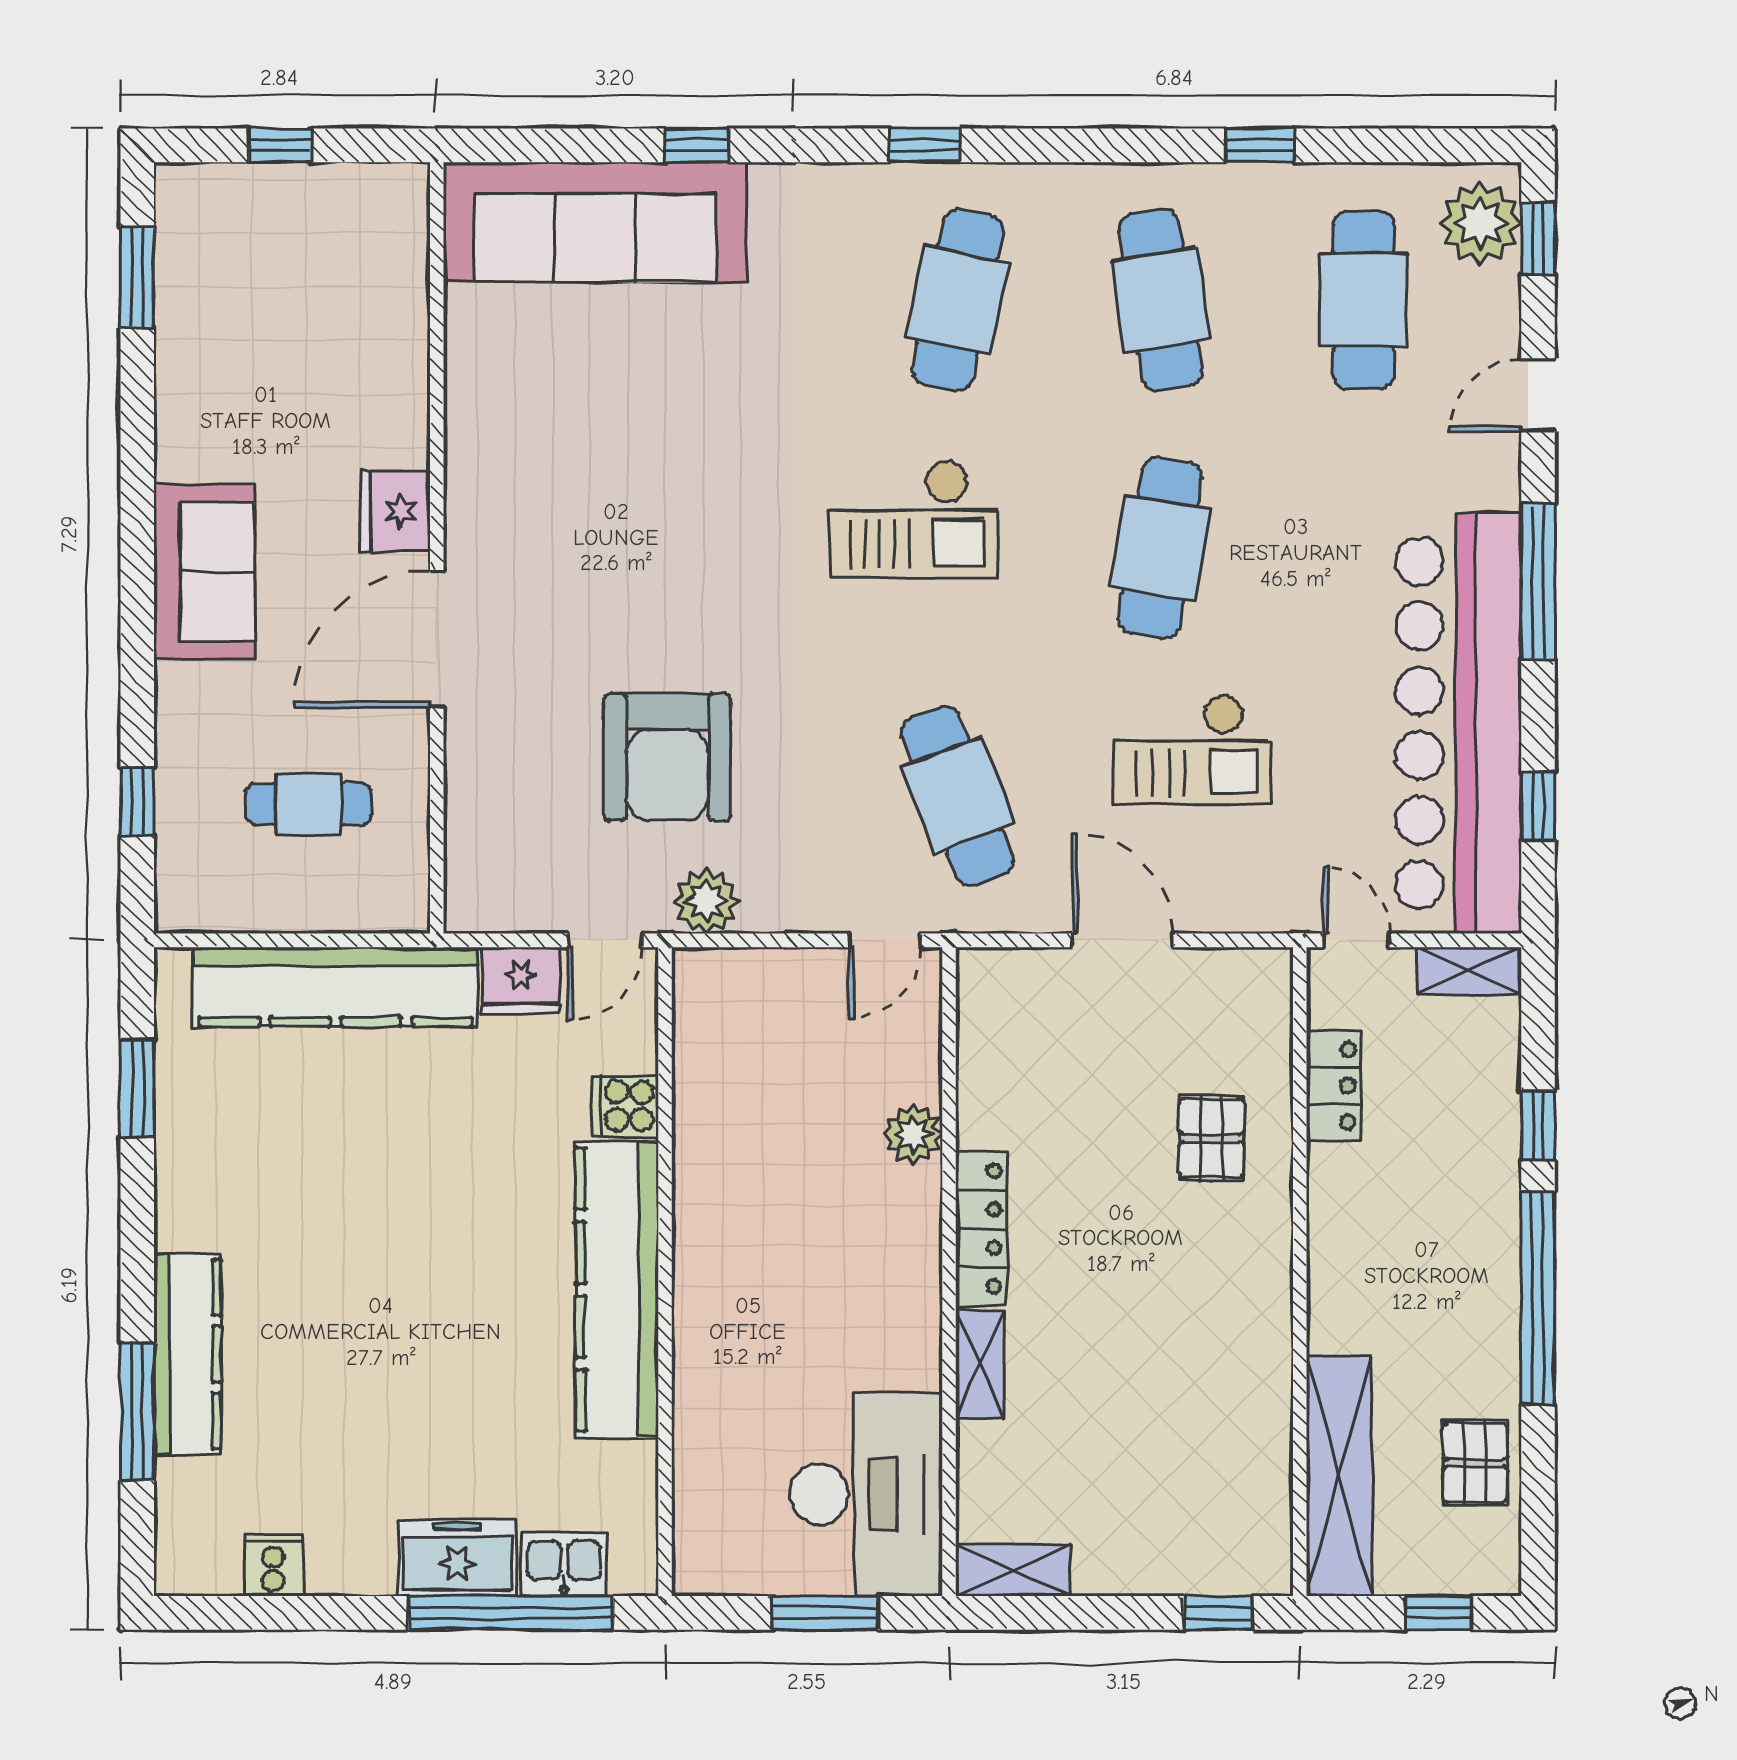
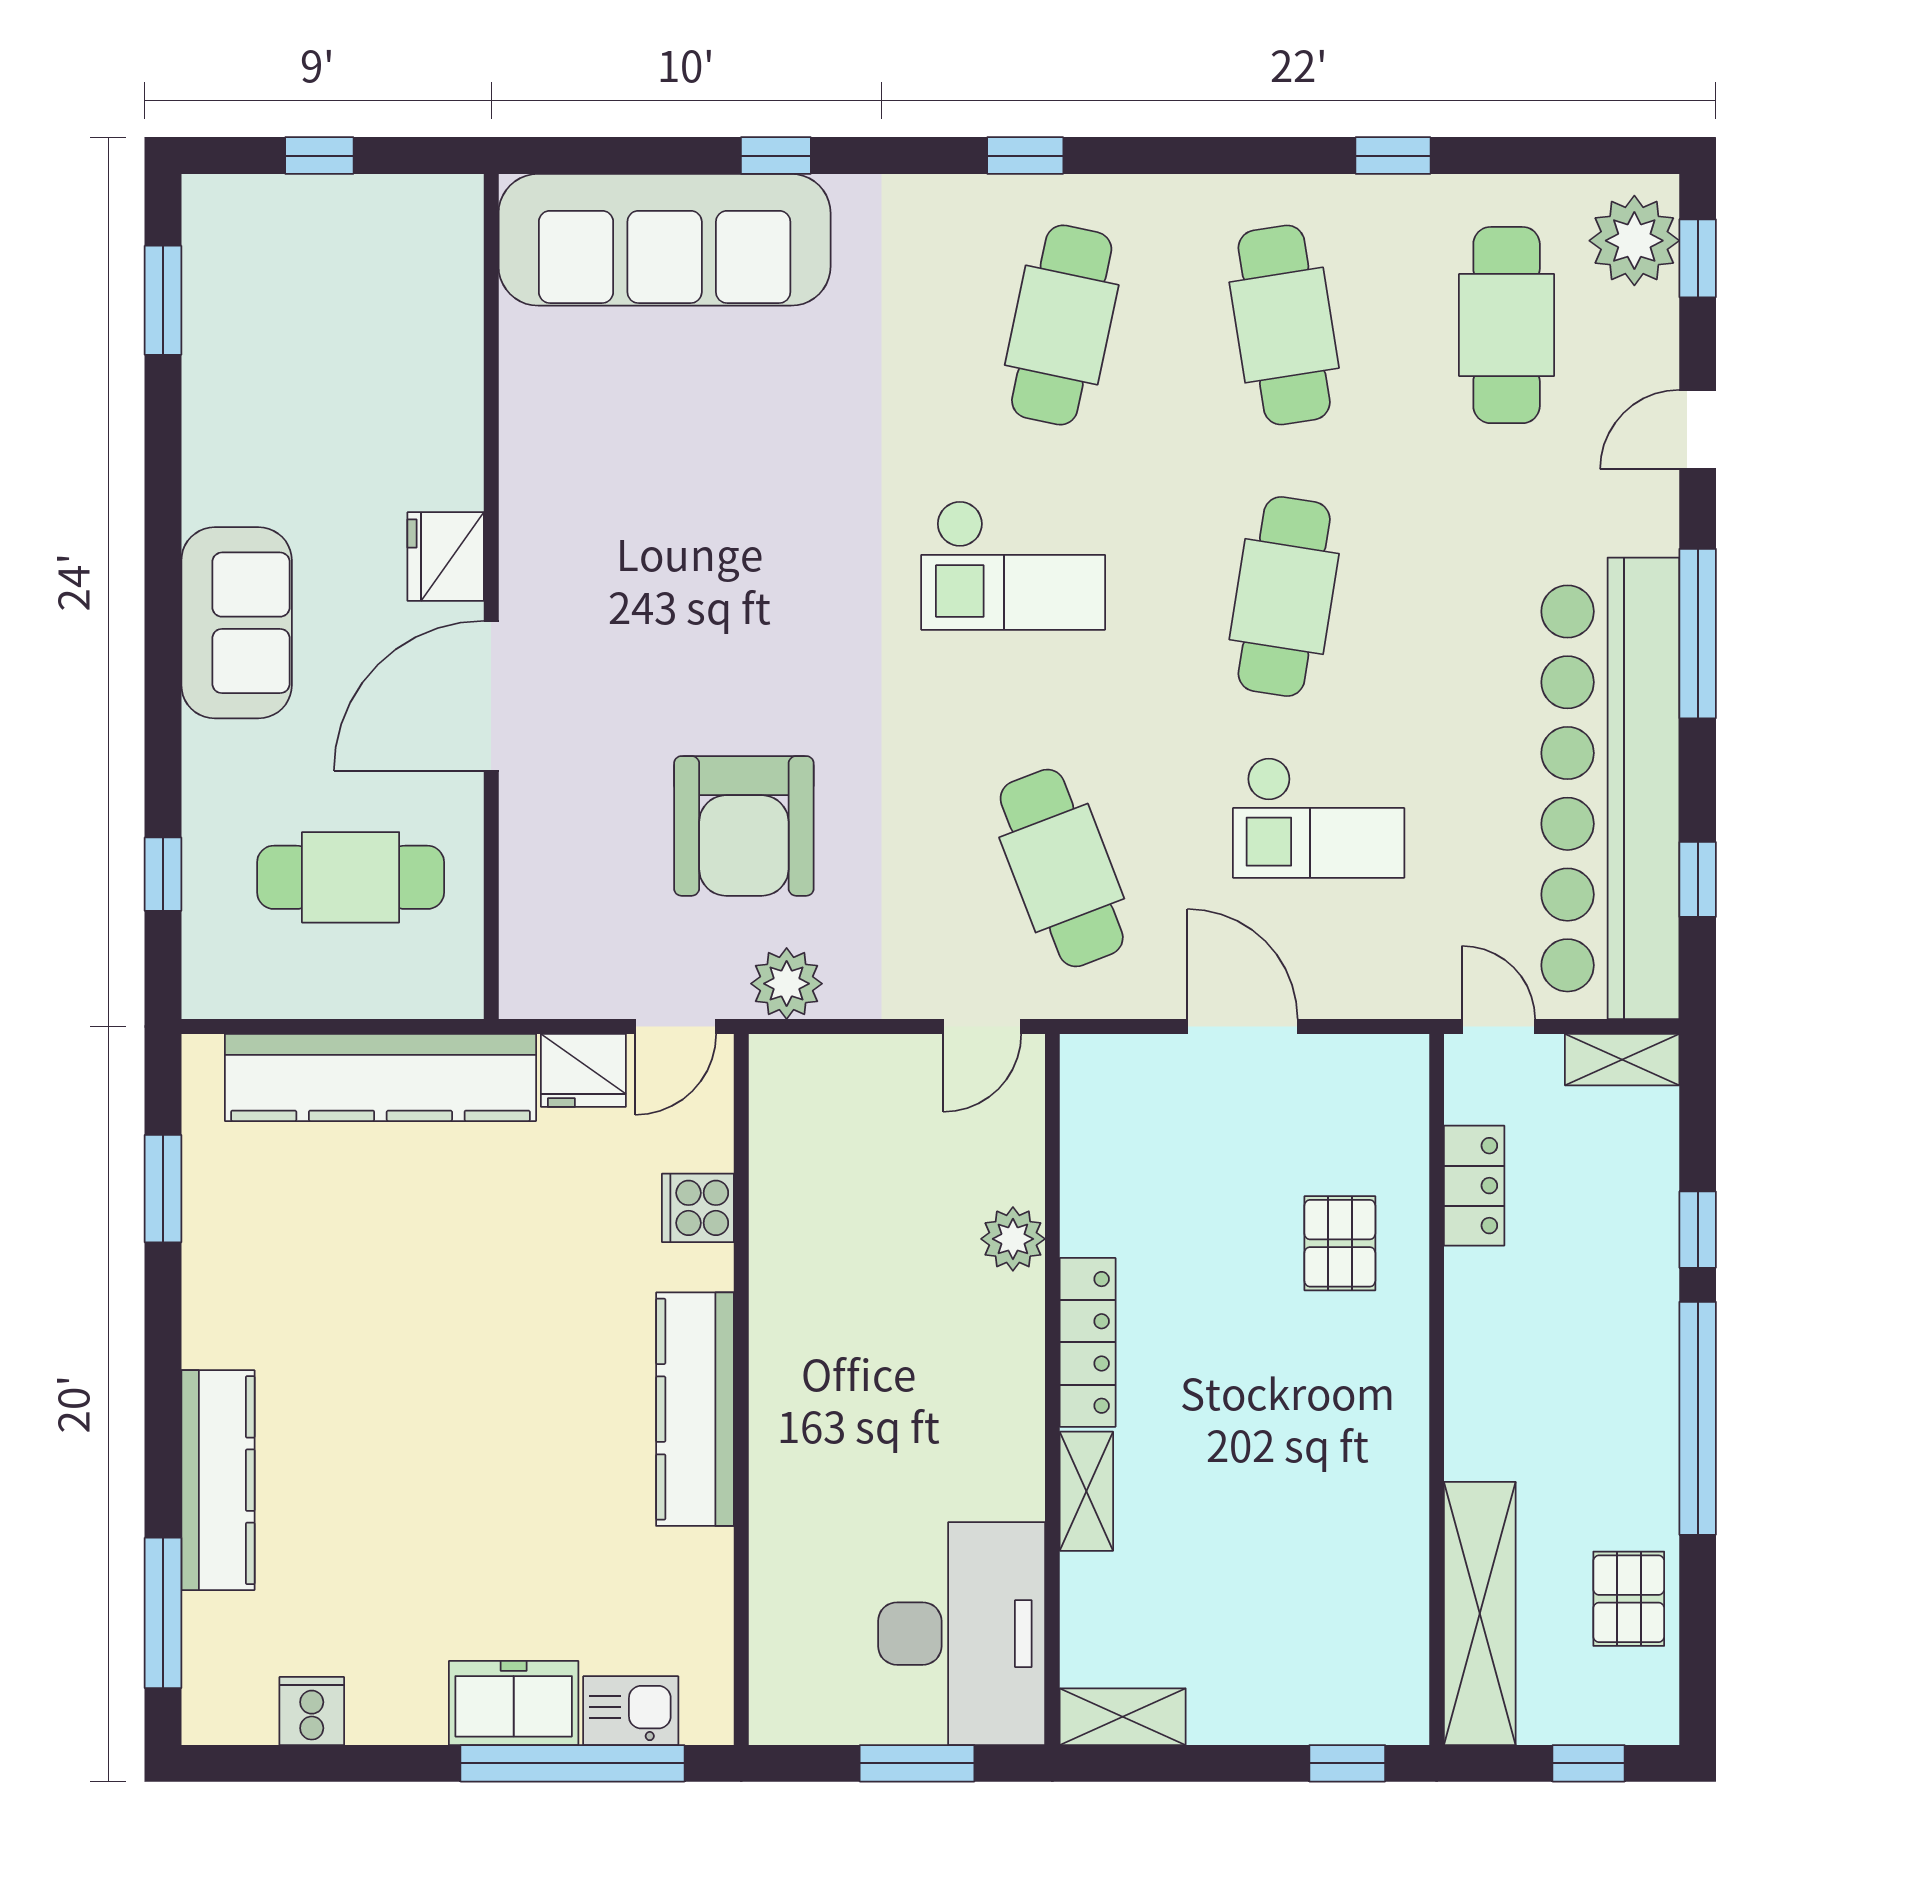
cafe table: (308, 804) -> (351, 877), width x1.37, depth x1.35
kitchen counter: (617, 1290) -> (695, 1409), width x0.72, depth x0.86
window: (137, 1412) -> (163, 1613), moved

